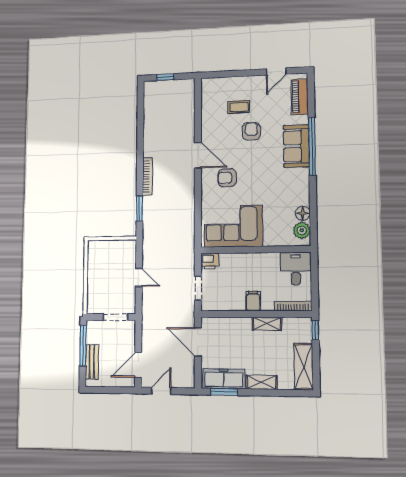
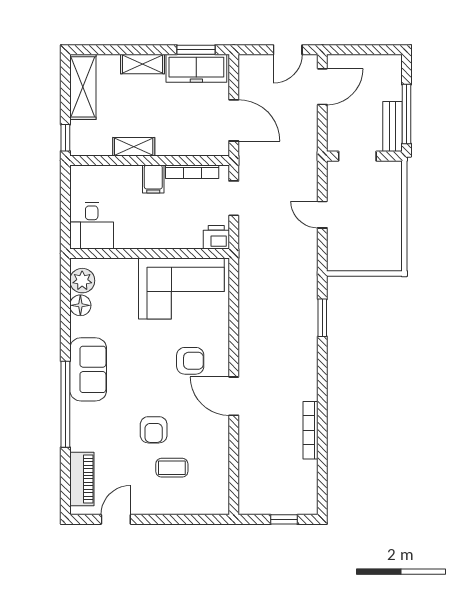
sofa: (296, 146) -> (88, 369), moved
bookcase: (147, 176) -> (310, 430), moved
bookcase: (293, 306) -> (192, 172), moved
bench: (92, 362) -> (392, 126), moved

